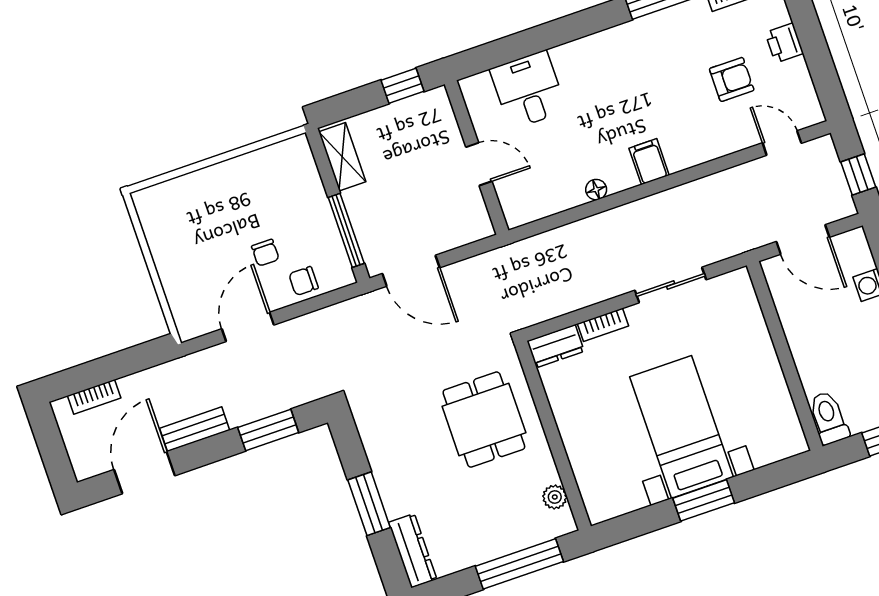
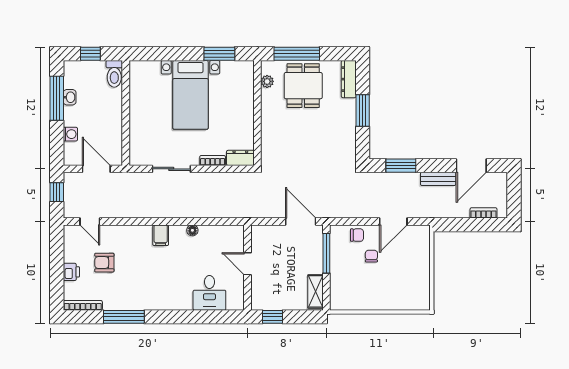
dining table: (484, 420) -> (303, 86), moved
window: (704, 500) -> (219, 54), moved

